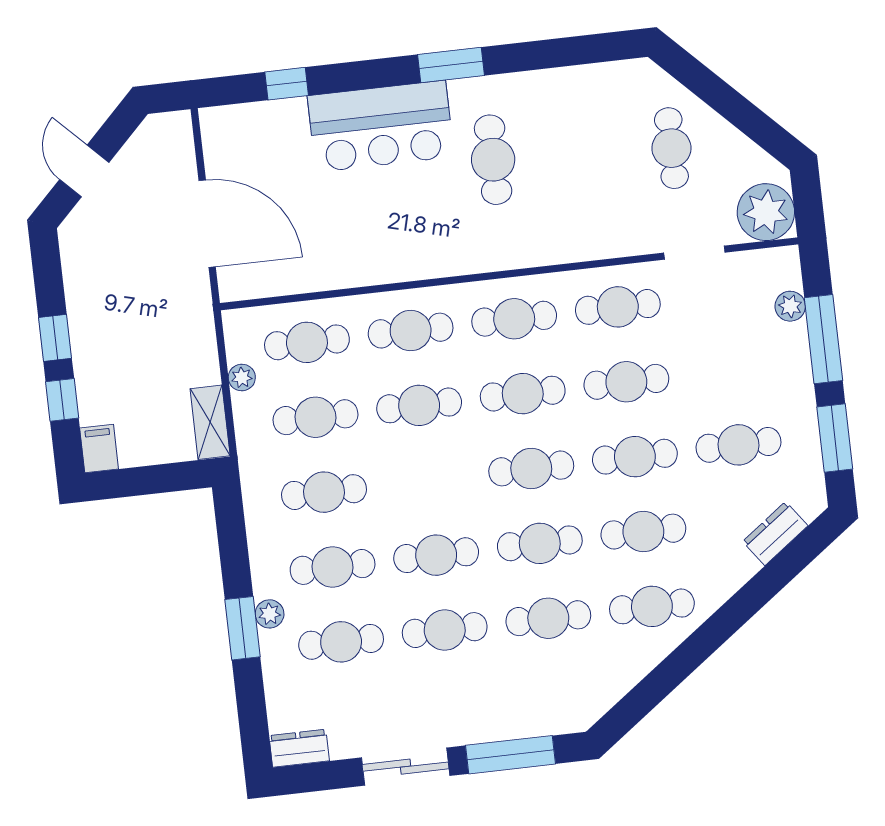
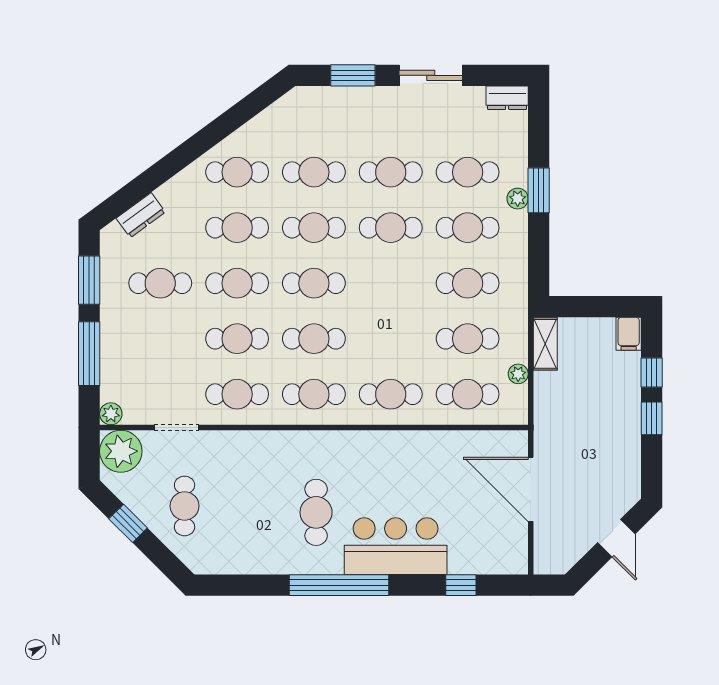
window: (451, 65) -> (339, 585), width x2.11
window: (745, 116) -> (128, 523), added
plant: (790, 306) -> (111, 414), moved
cafe table: (419, 405) -> (391, 339), removed
window: (511, 755) -> (353, 75), width x0.69

